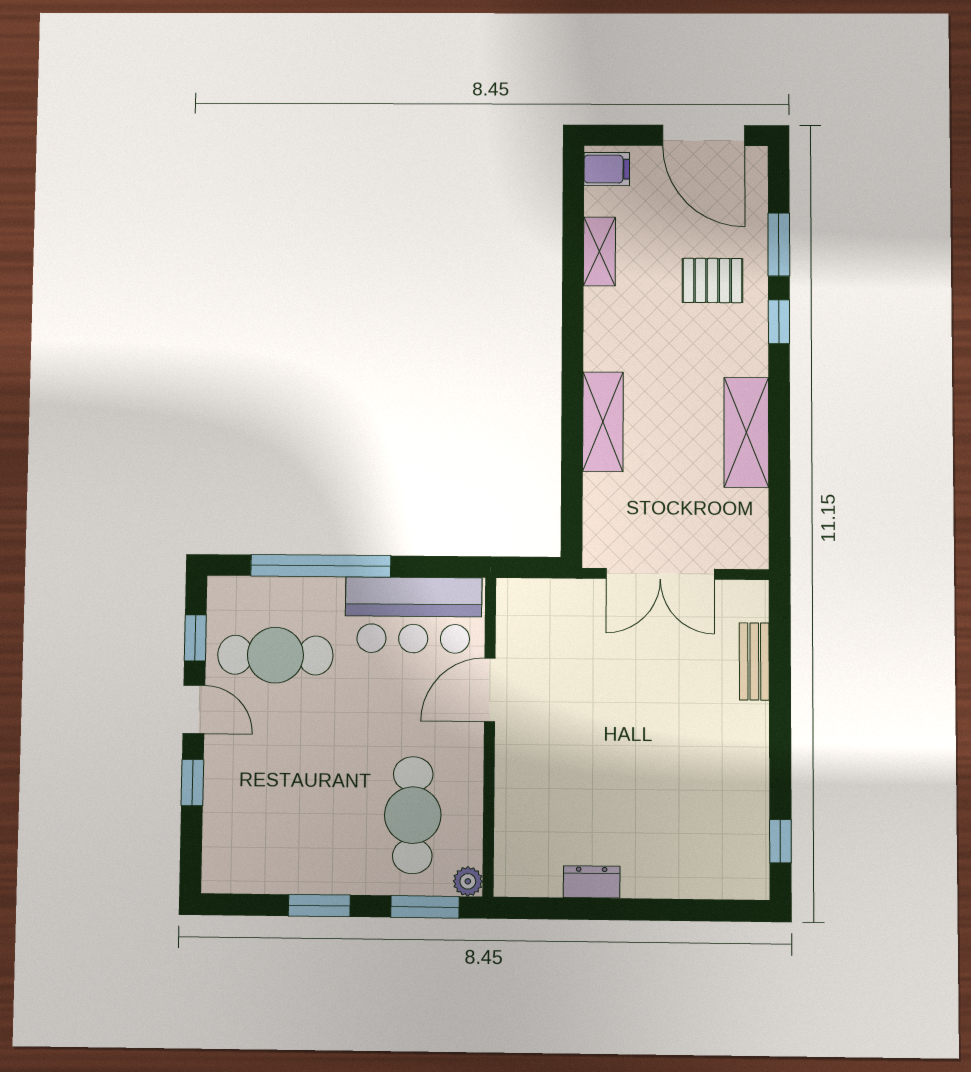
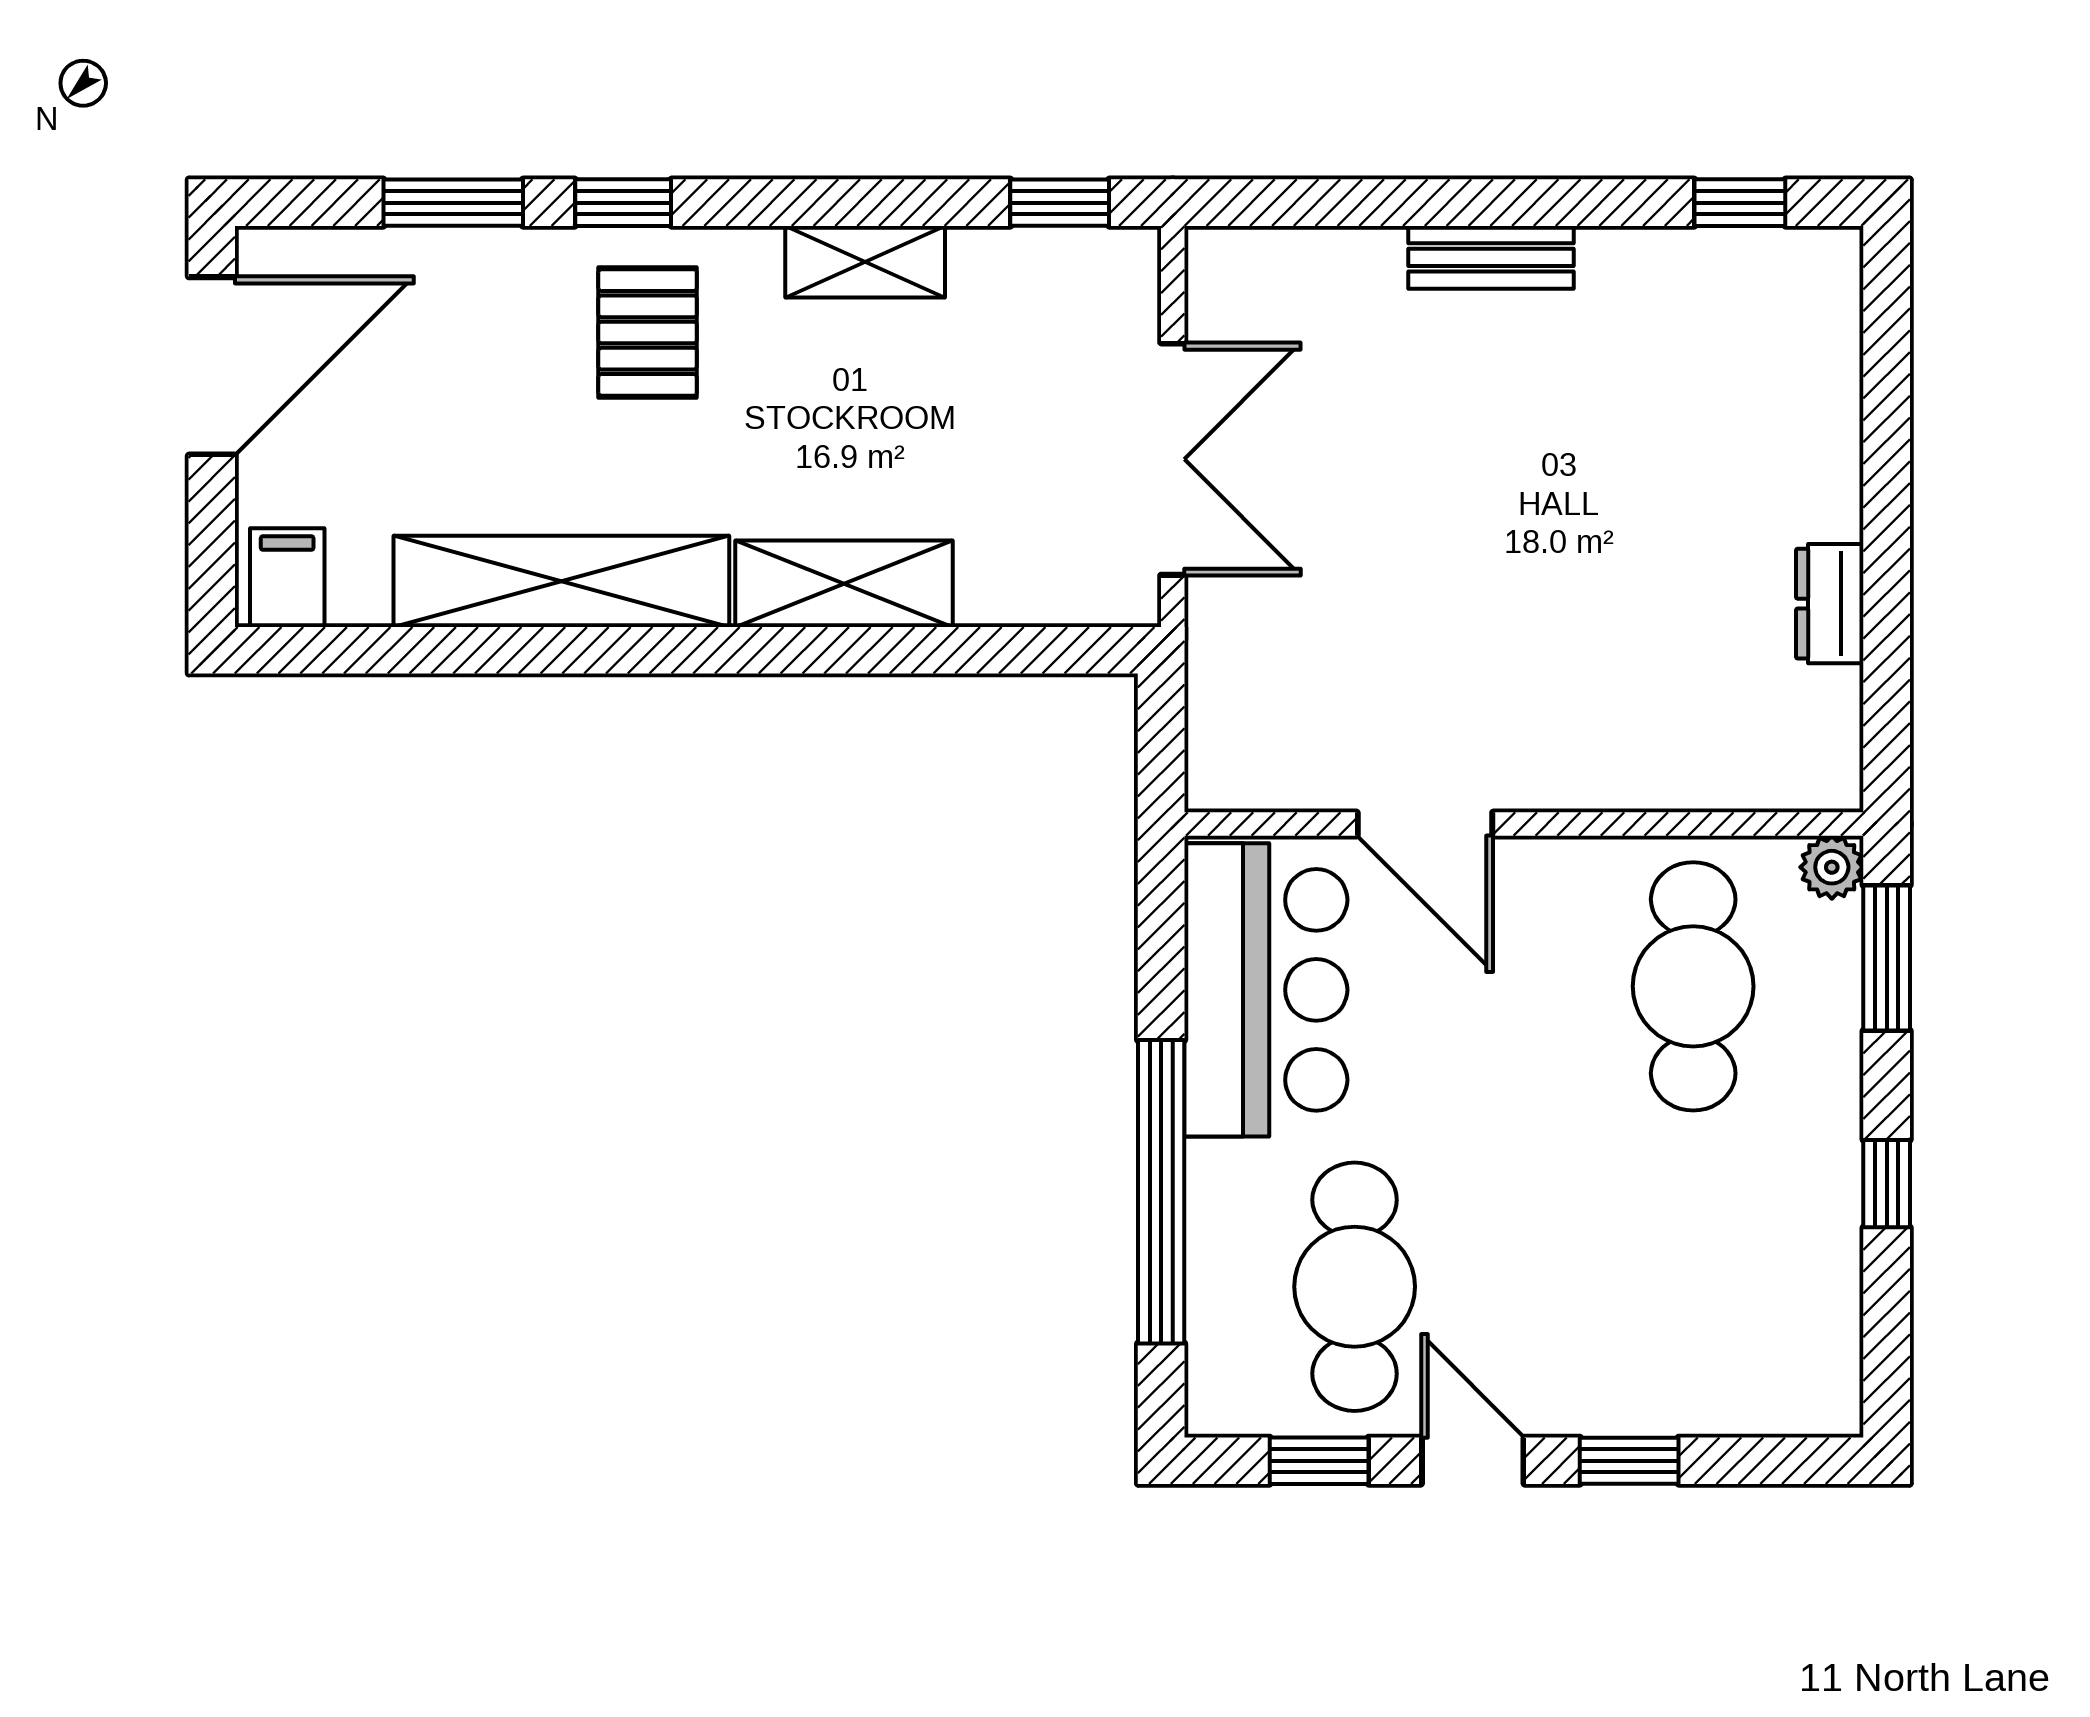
shelving: (599, 251) -> (561, 581), width x2.20, depth x1.33
pallet: (713, 280) -> (648, 332), moved
shelving: (746, 432) -> (865, 262), width x0.67, depth x0.75
window: (780, 522) -> (1060, 203), added
bench: (754, 661) -> (1491, 257), moved
door: (194, 709) -> (1473, 1461), hinge flipped
cafe table: (413, 815) -> (1693, 986), turned 90
window: (319, 906) -> (1887, 1184), width x0.67

